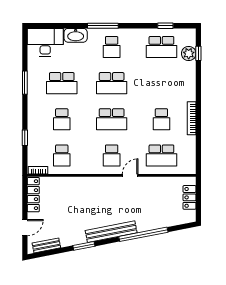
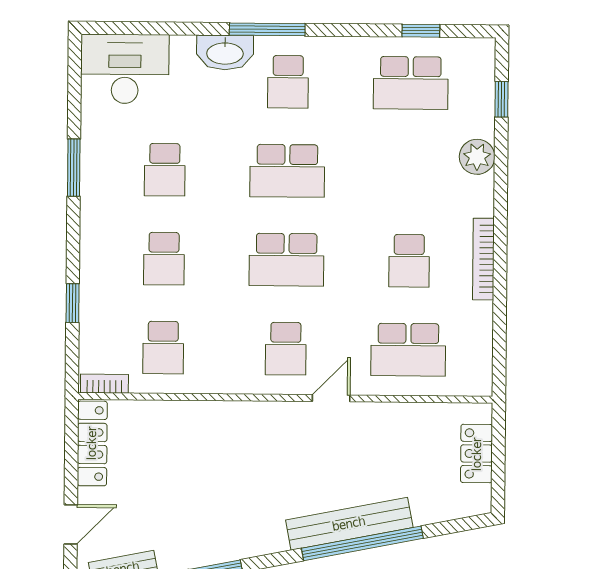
washbasin: (76, 35) -> (225, 53), moved
plant: (189, 54) -> (477, 157), moved
school desk: (62, 83) -> (165, 170), width x0.54
bench: (111, 232) -> (349, 524), moved

